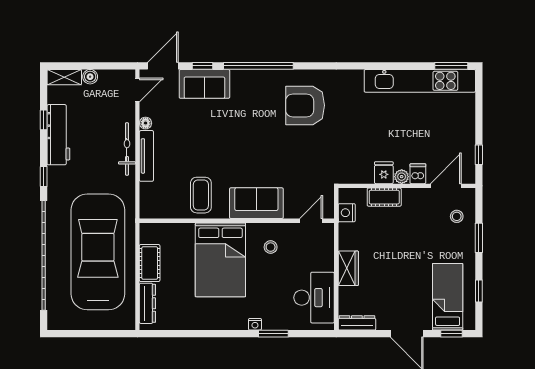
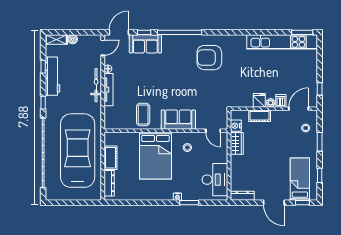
door: (311, 221) -> (213, 131), swing flipped
wardrobe: (348, 268) -> (237, 143), moved

